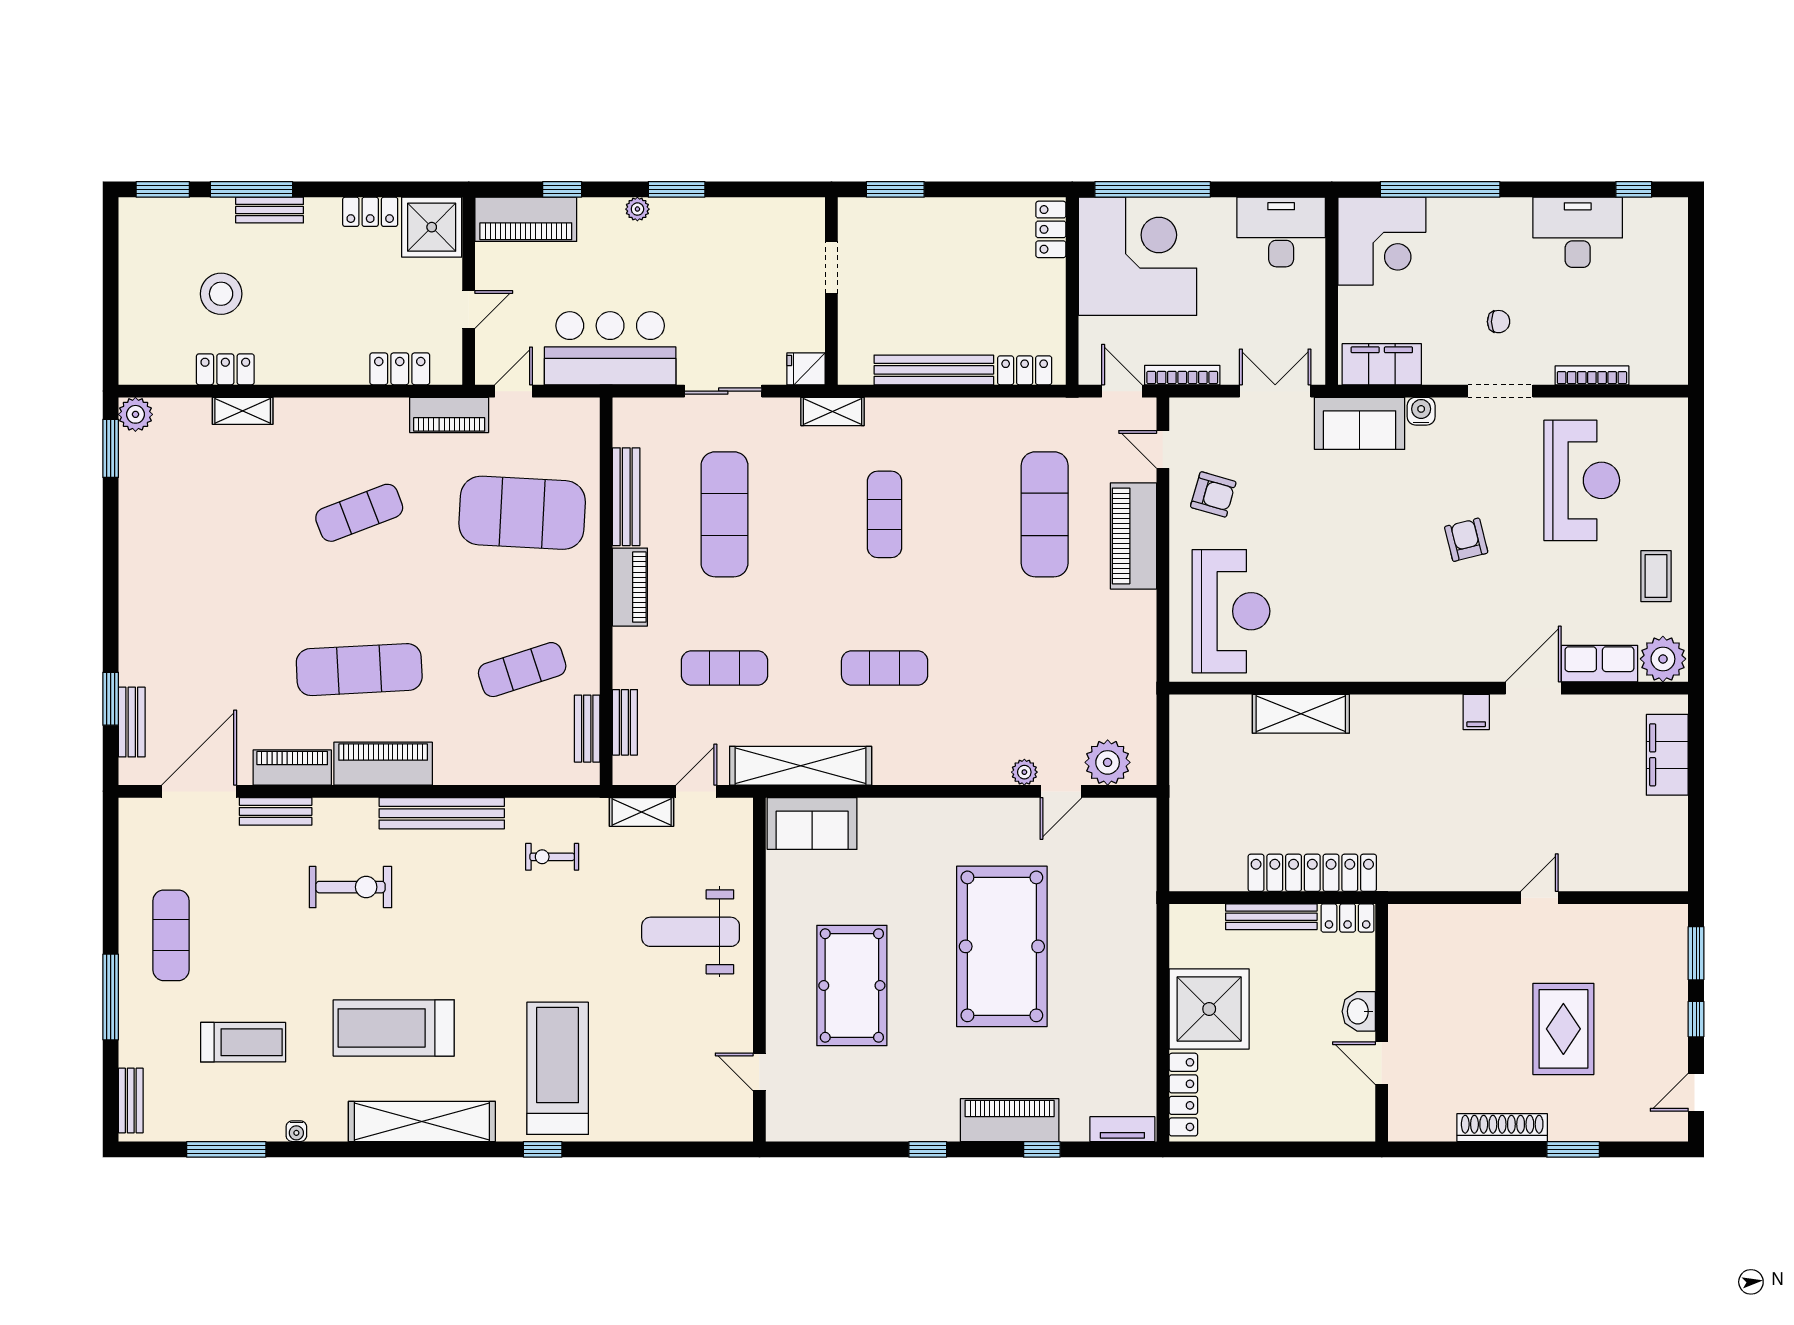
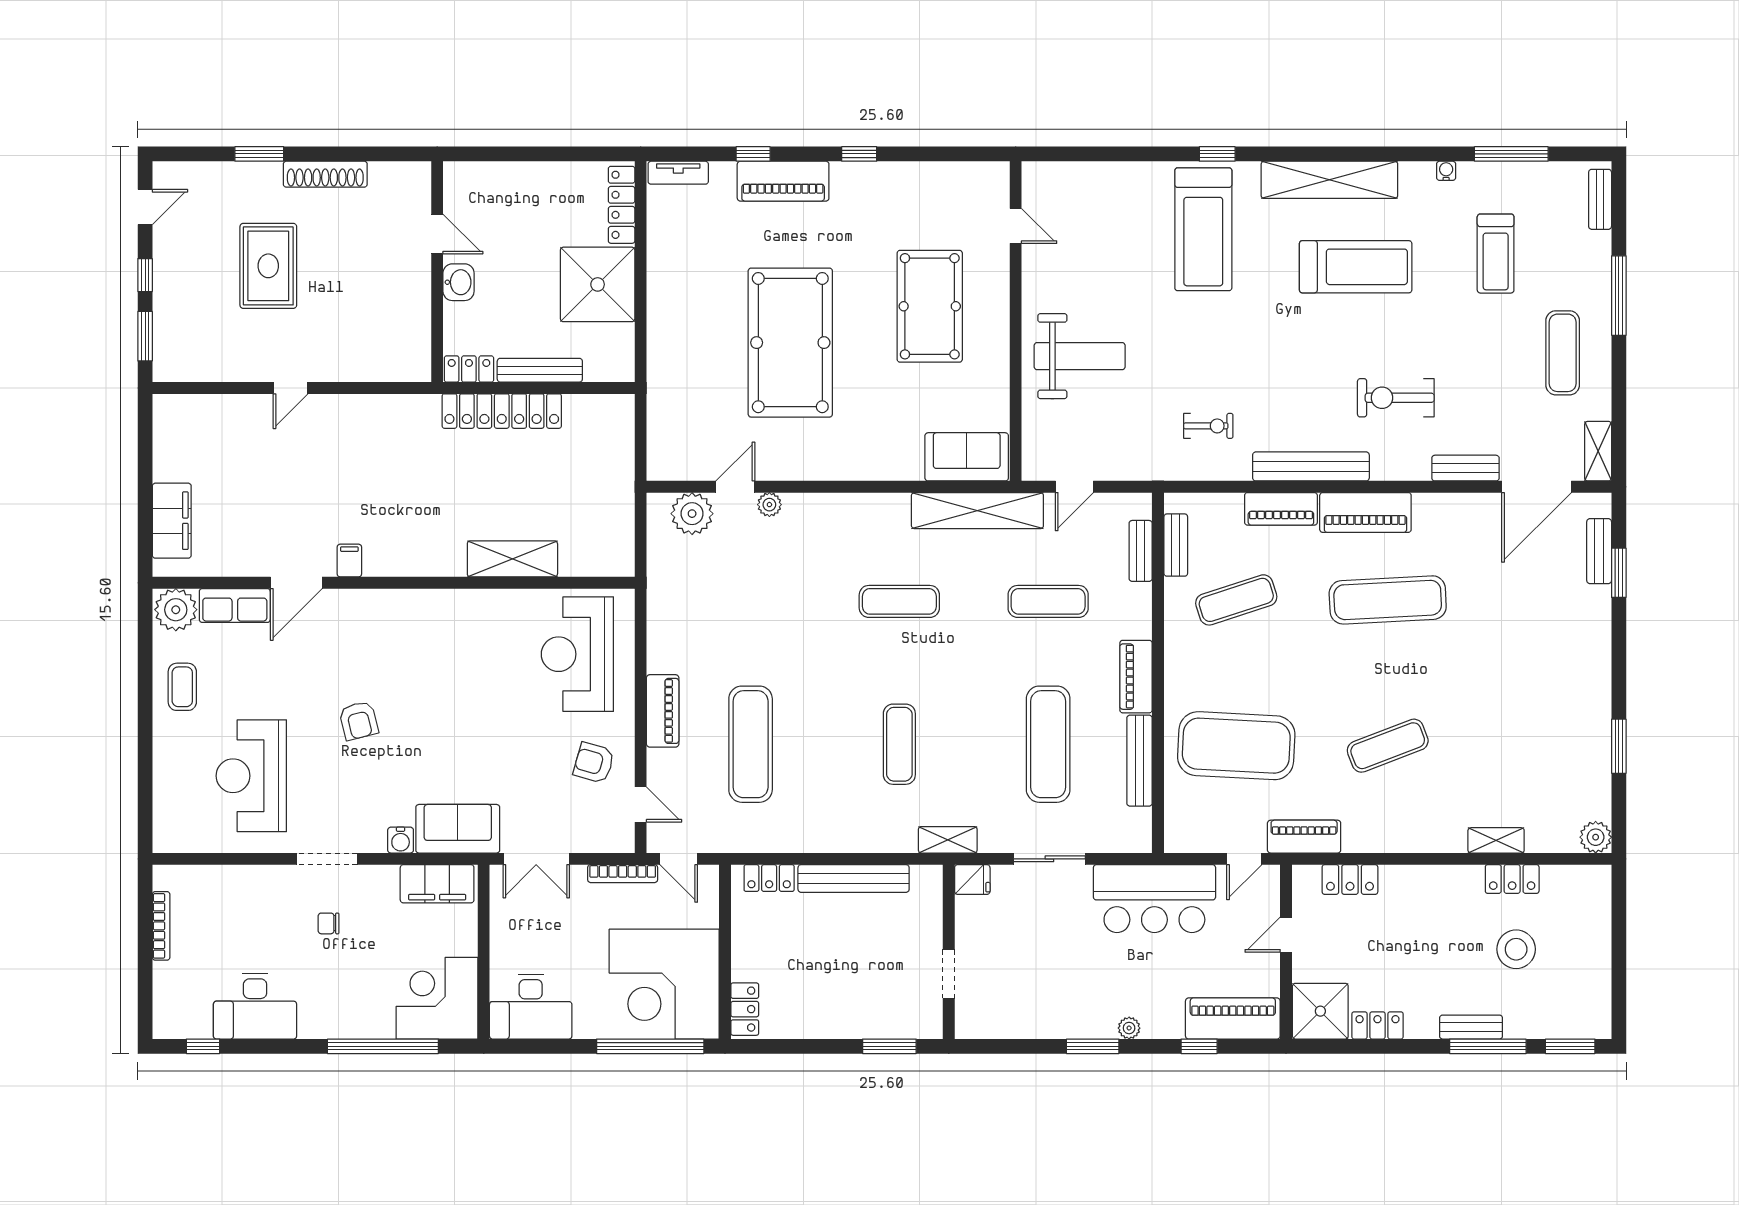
bookcase: (1592, 375) -> (161, 926), moved, turned -90
window: (111, 448) -> (1619, 746), moved
piano: (1134, 536) -> (663, 711), width x0.73, depth x0.75
piano: (292, 768) -> (1281, 509), moved
shelving: (642, 812) -> (1598, 451), moved, turned 90
treadmill: (243, 1042) -> (1496, 254), turned -90

